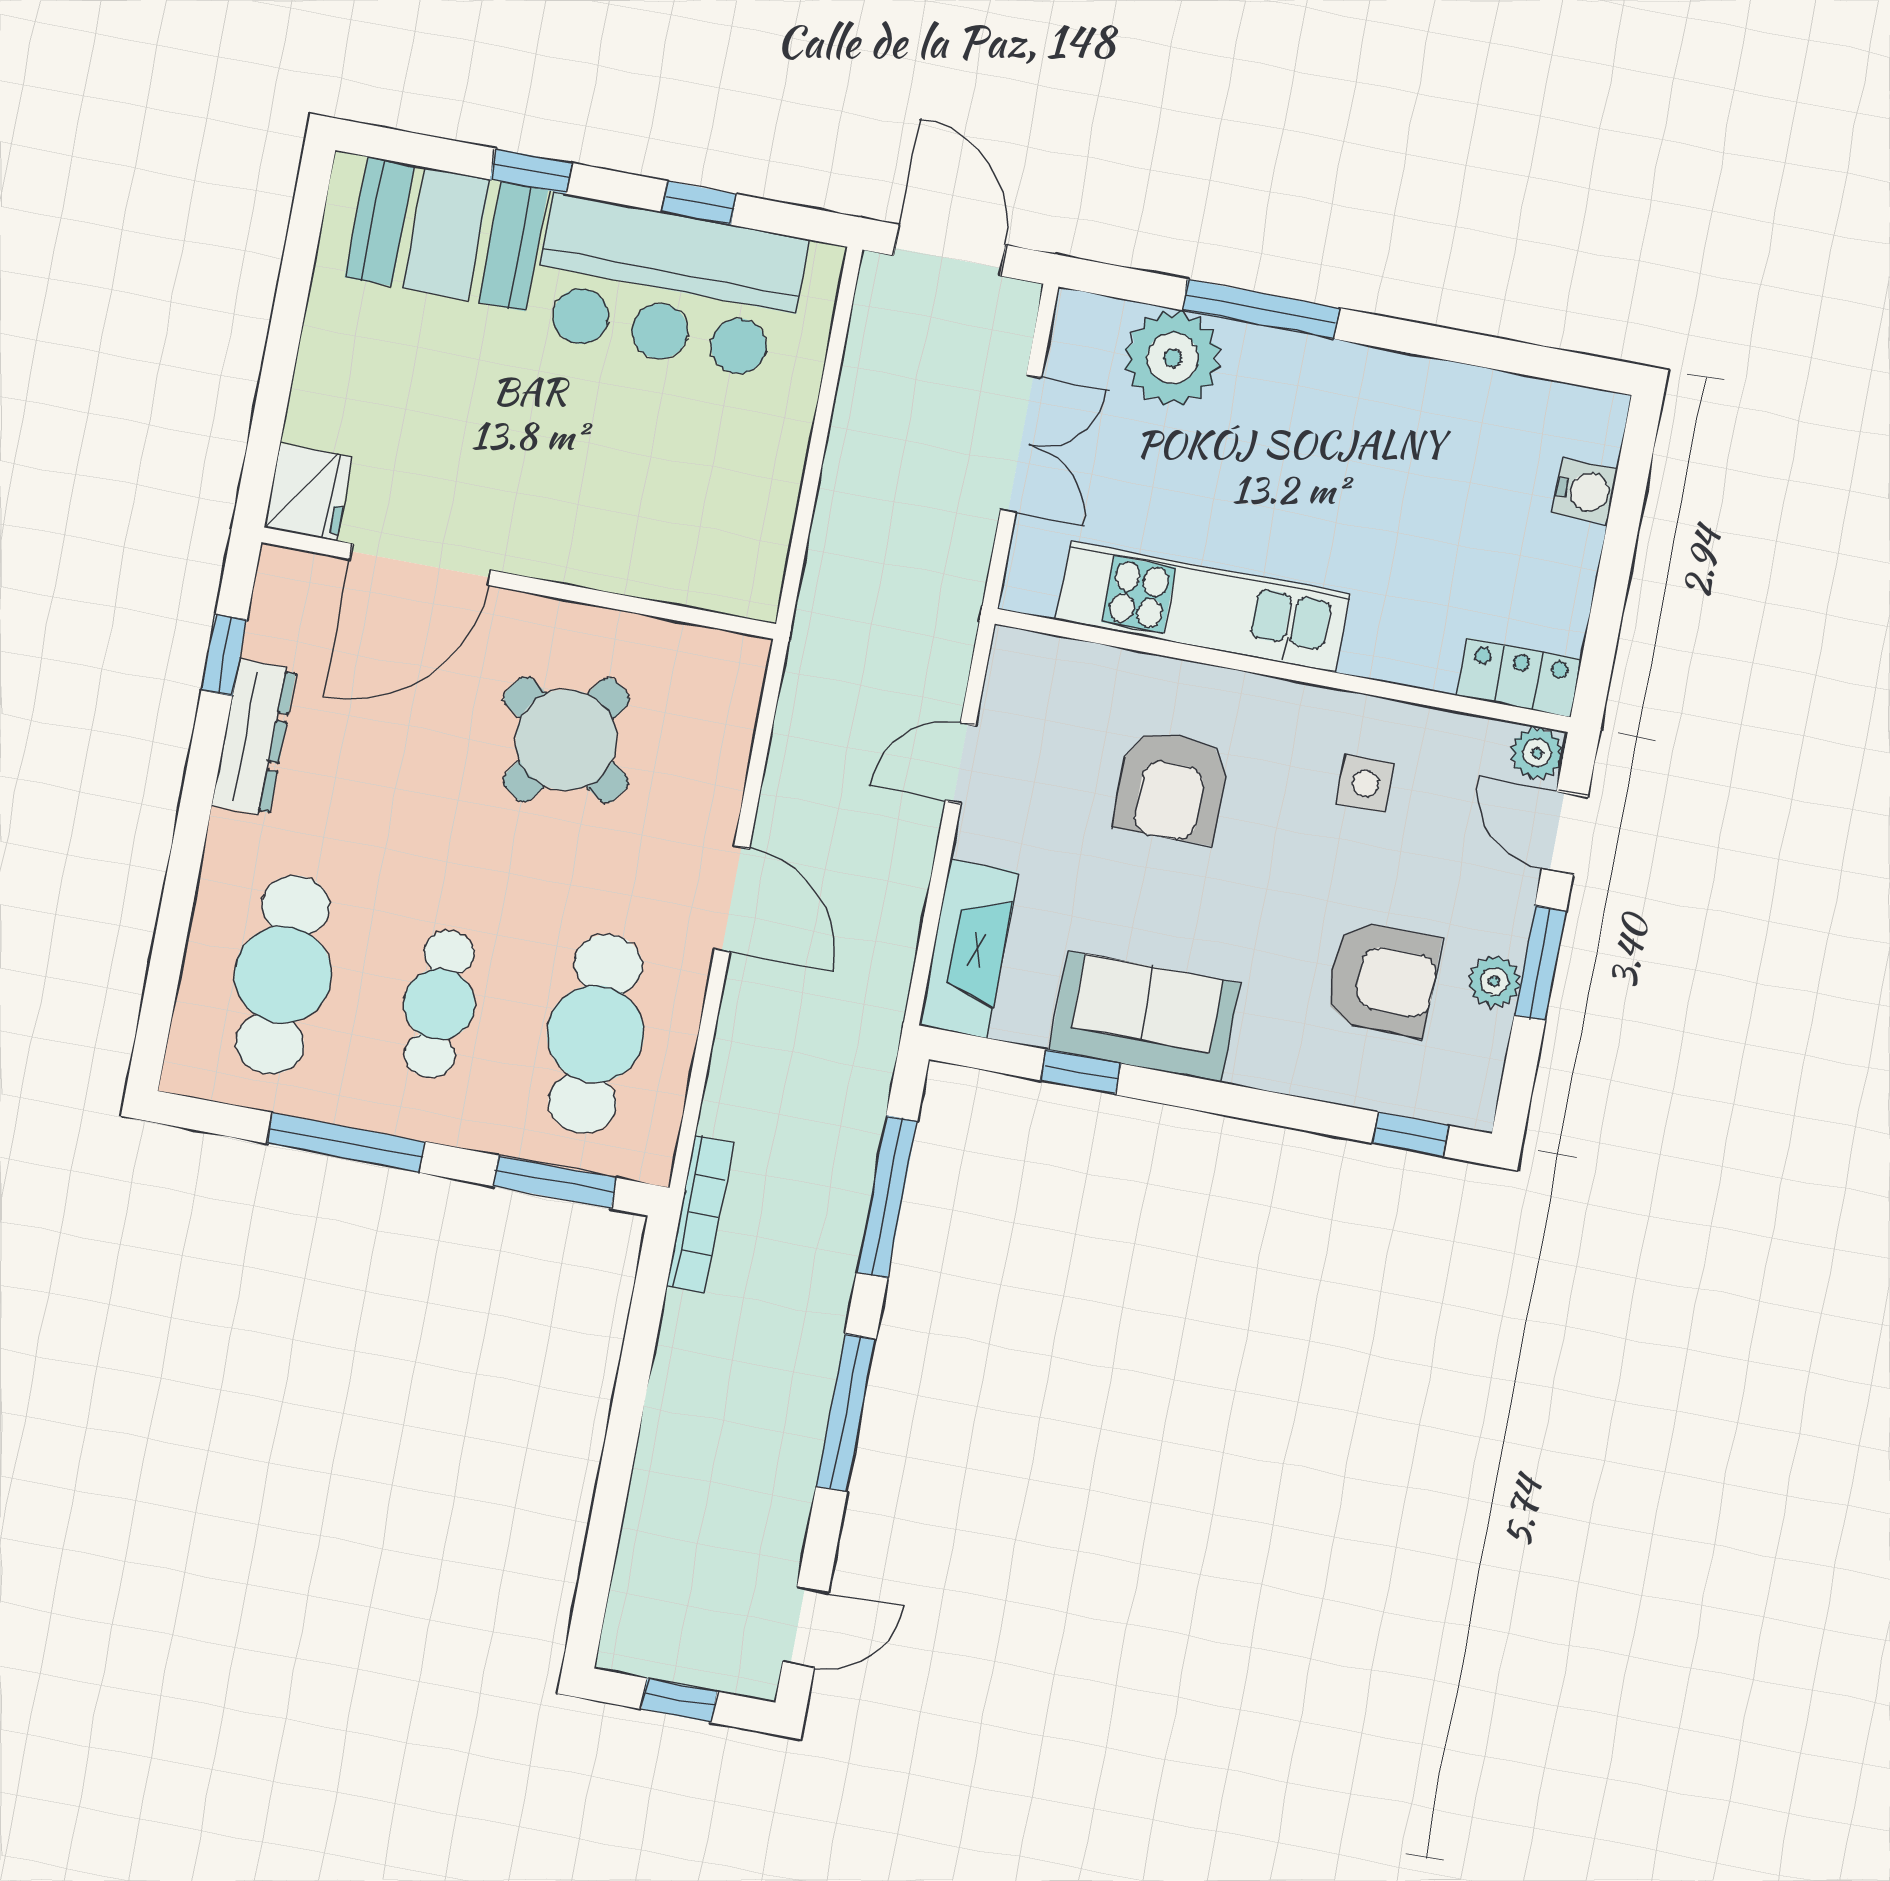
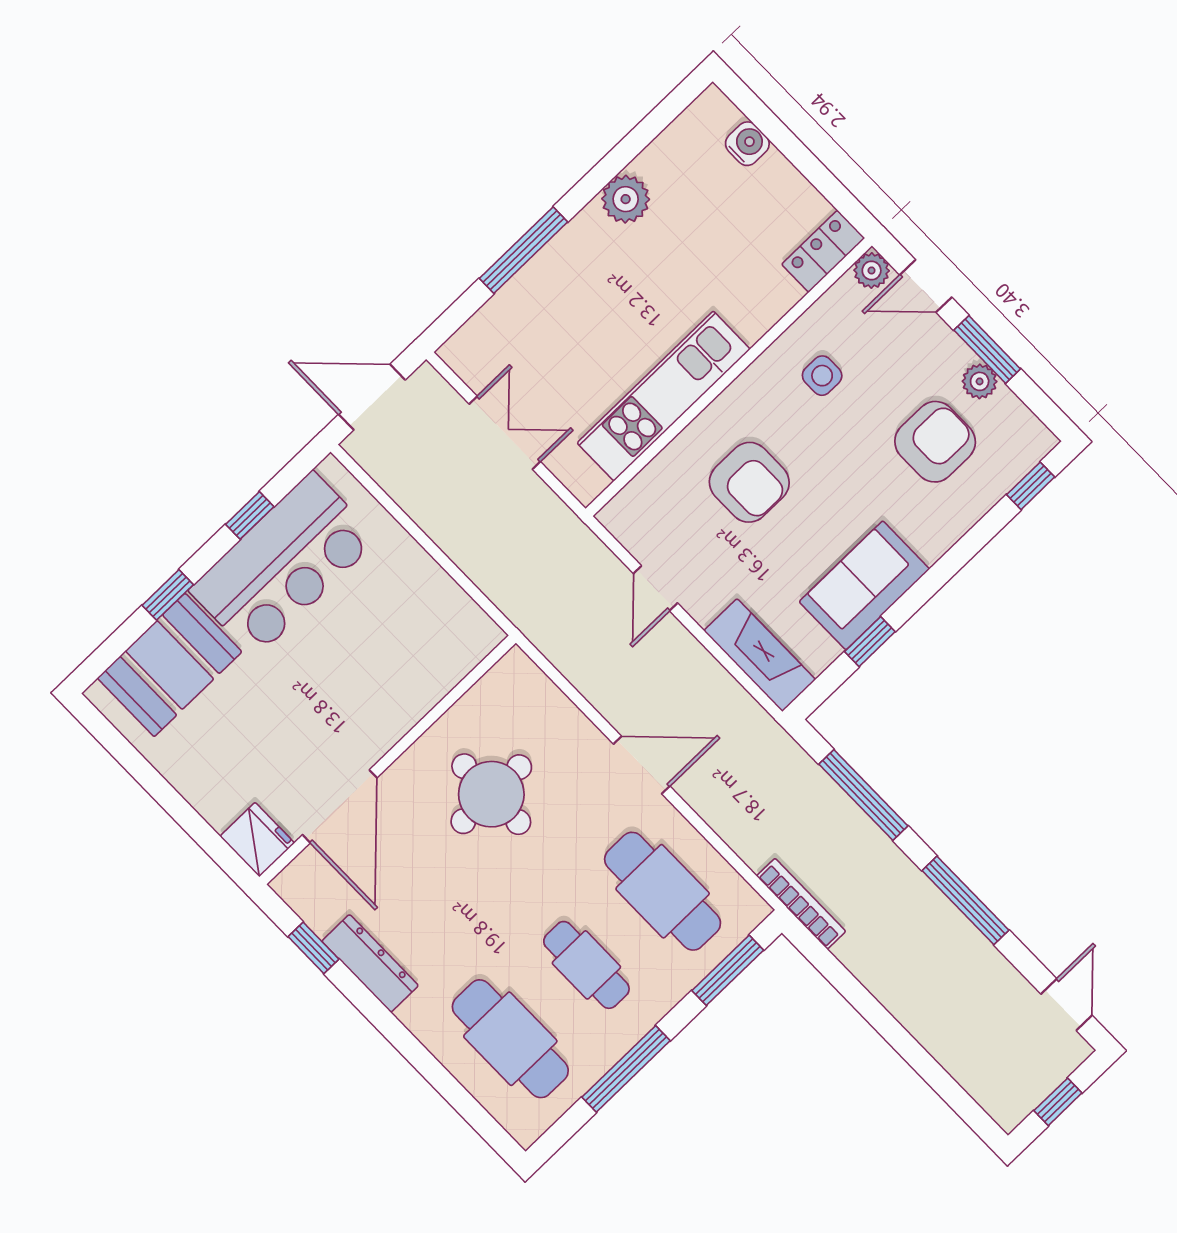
plant: (1173, 358) -> (626, 199), moved, width x0.73, depth x0.73
round table: (566, 740) -> (491, 794), turned -35

